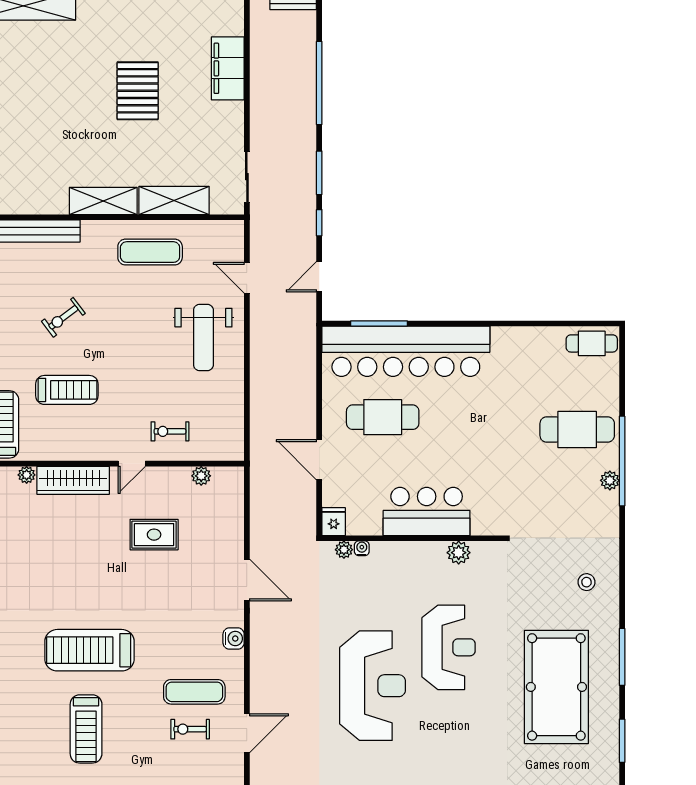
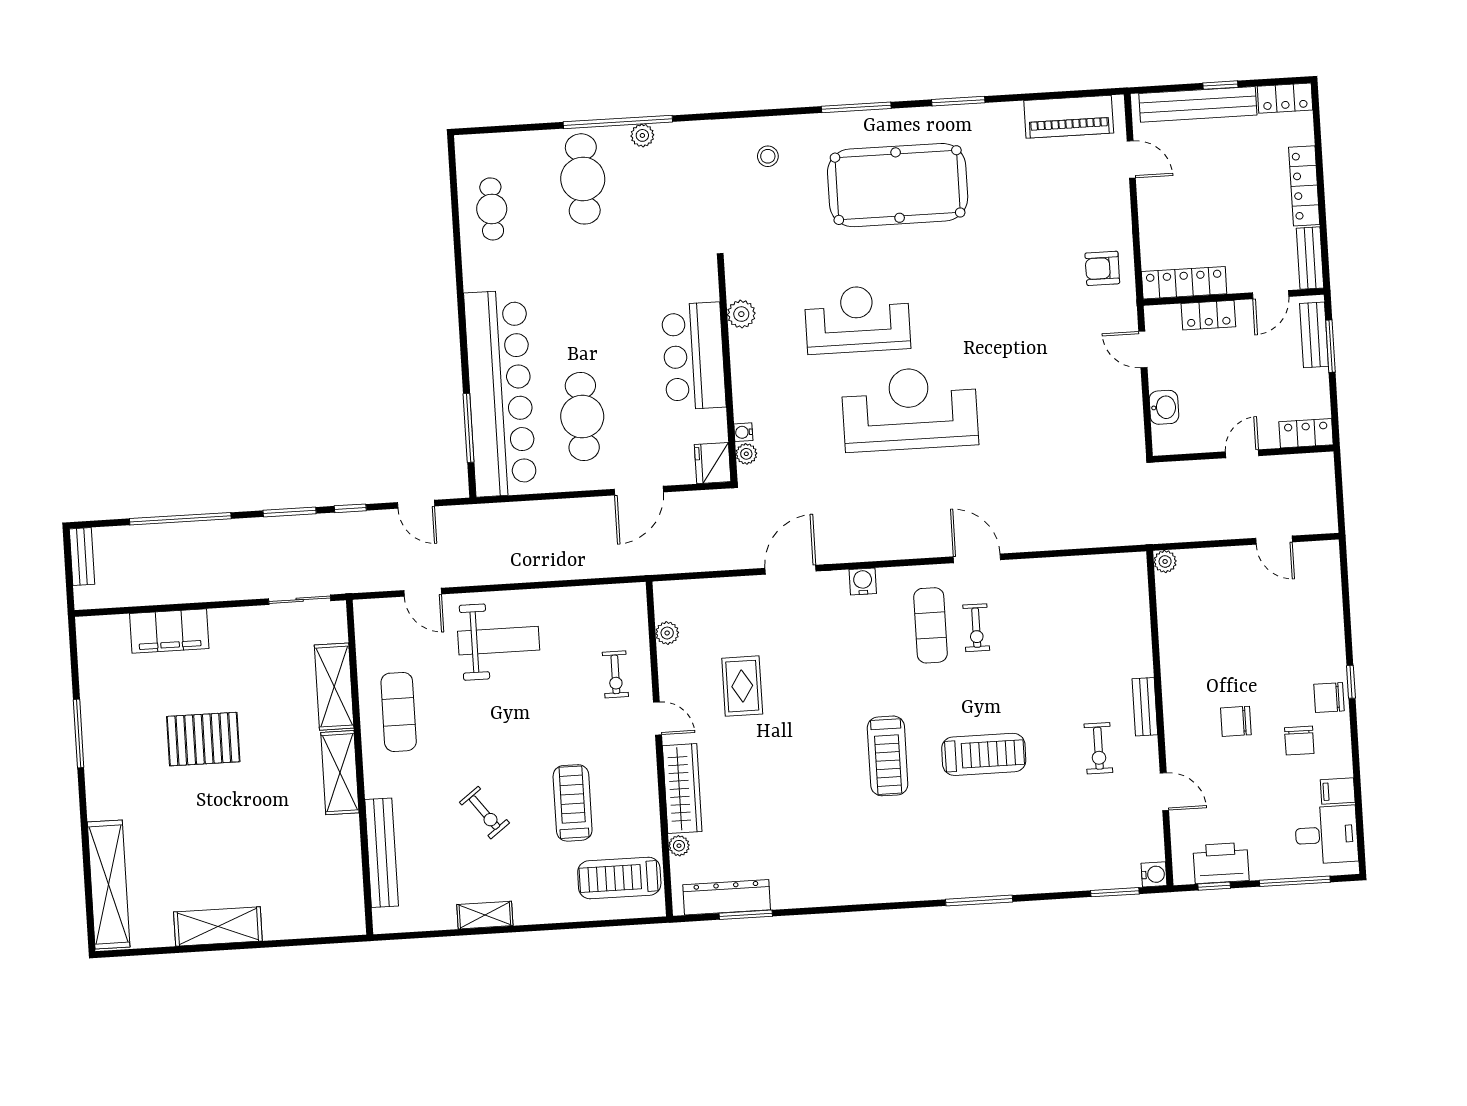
door: (247, 278) -> (423, 592), hinge flipped
cafe table: (592, 343) -> (492, 209), moved
fridge: (334, 522) -> (713, 463), width x1.38
treadmill: (90, 650) -> (888, 756), width x0.73, depth x0.73

